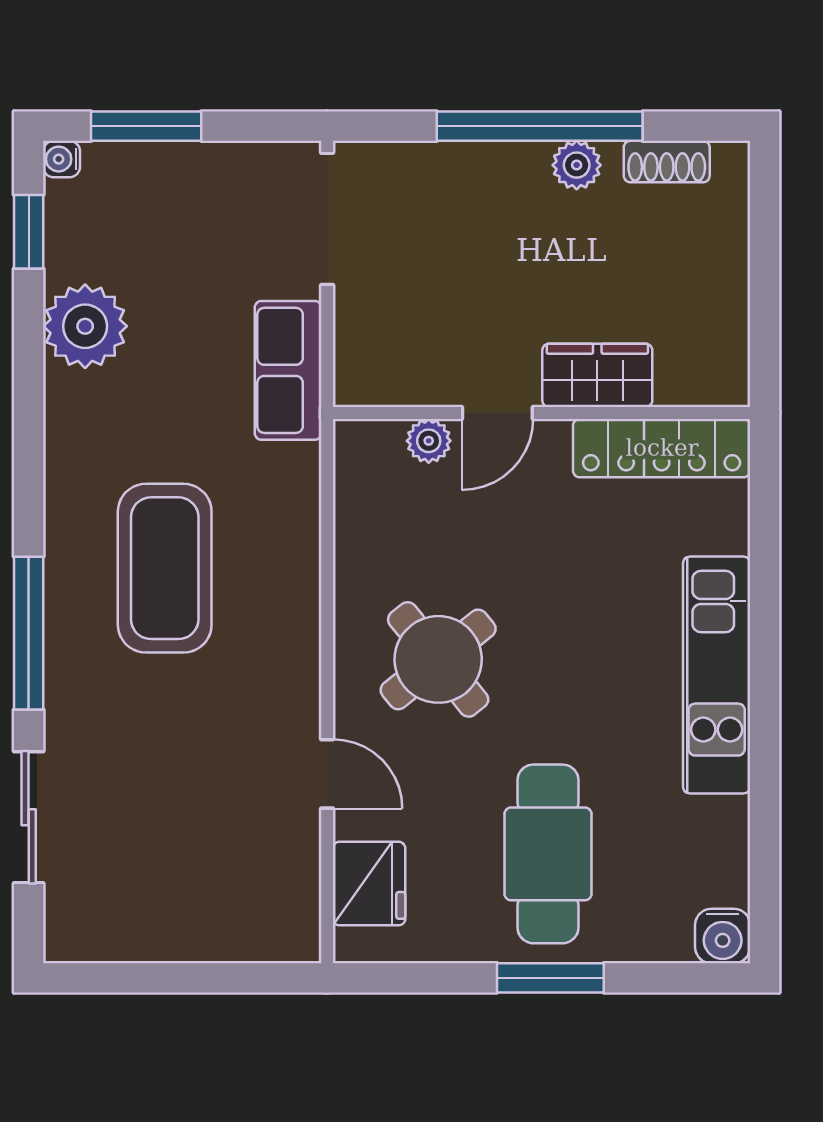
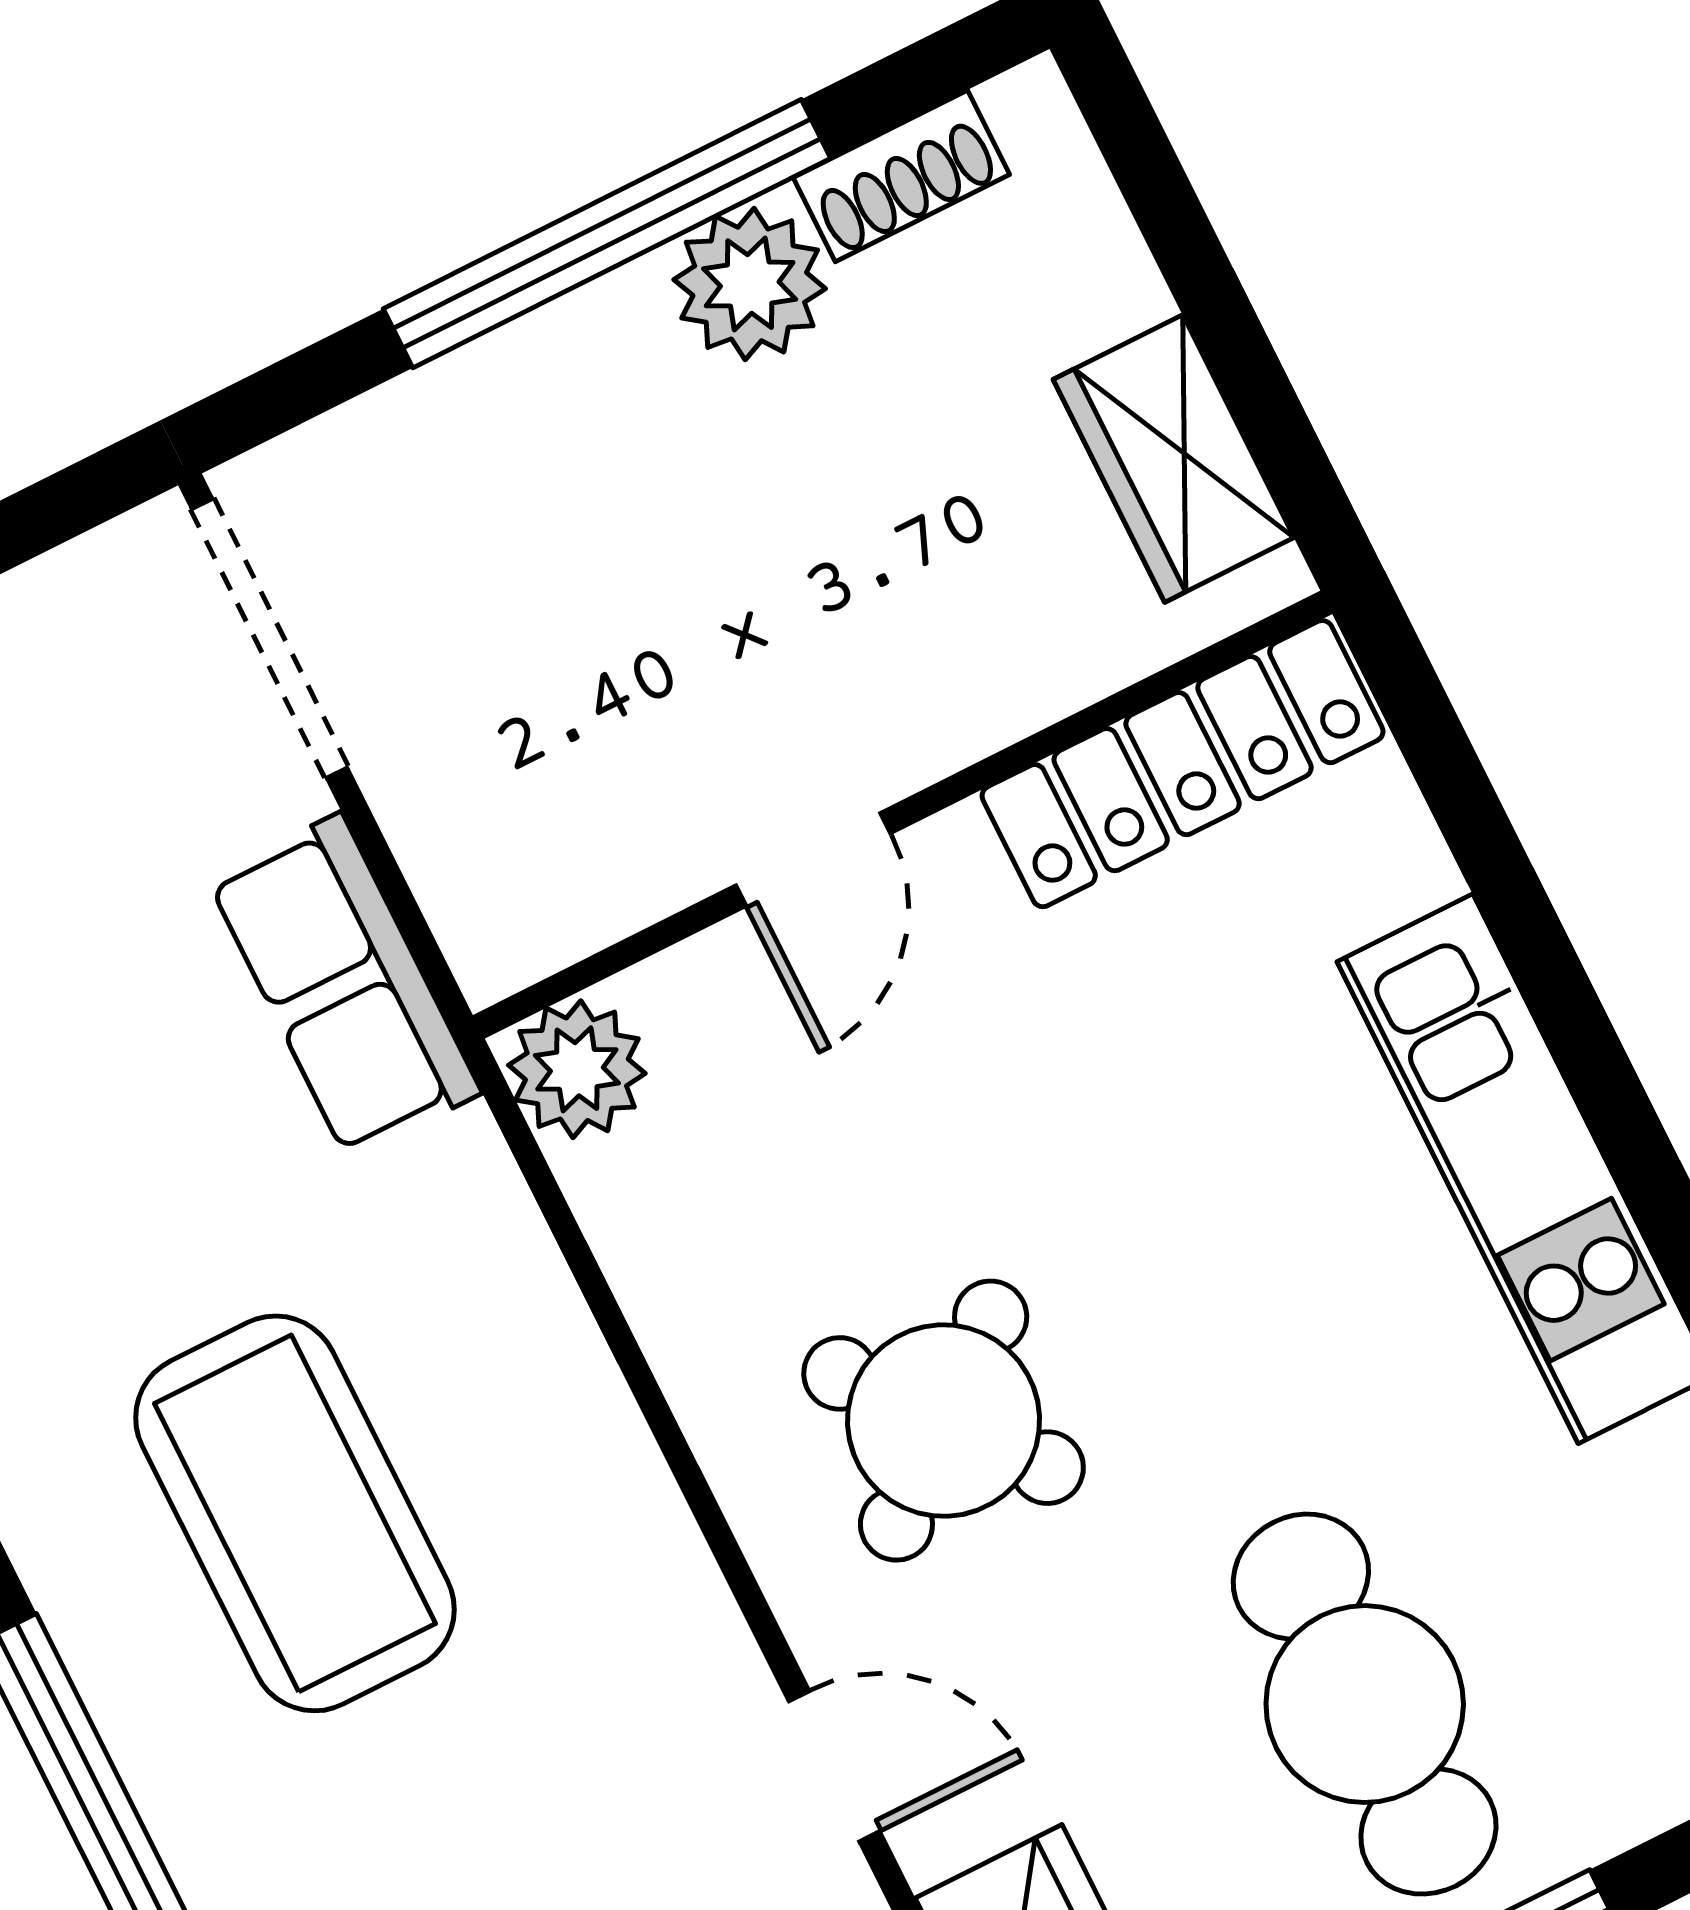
plant: (577, 165) -> (750, 284), width x1.38, depth x1.38
wardrobe: (597, 375) -> (1174, 458), moved, turned -90
plant: (429, 441) -> (577, 1069), moved, width x1.38, depth x1.38

